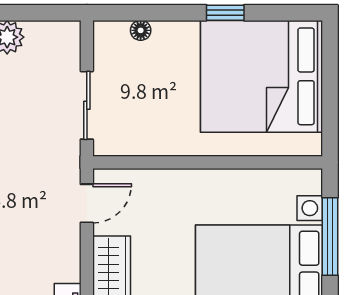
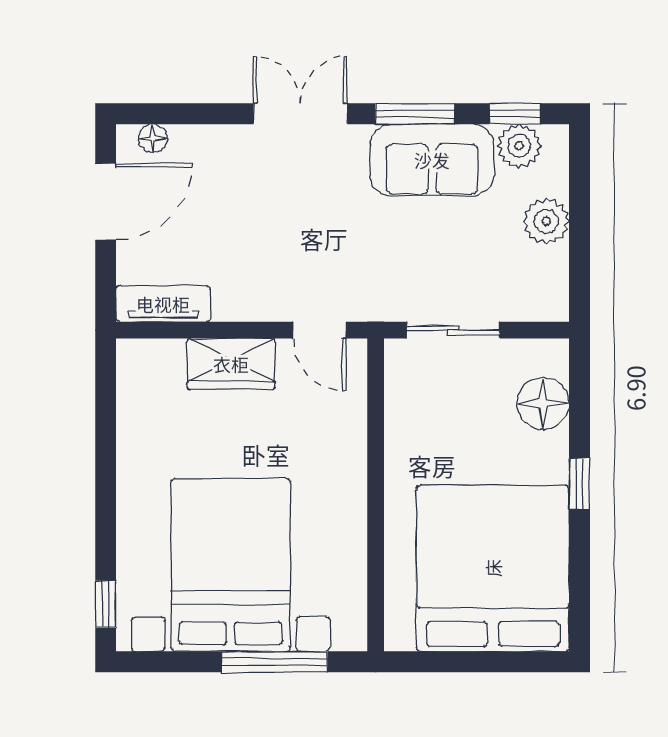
window: (225, 13) -> (579, 483), moved
floor lamp: (141, 30) -> (543, 403), width x1.89, depth x1.89

